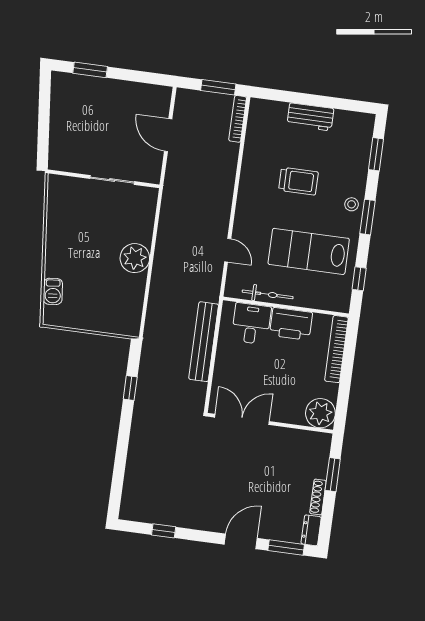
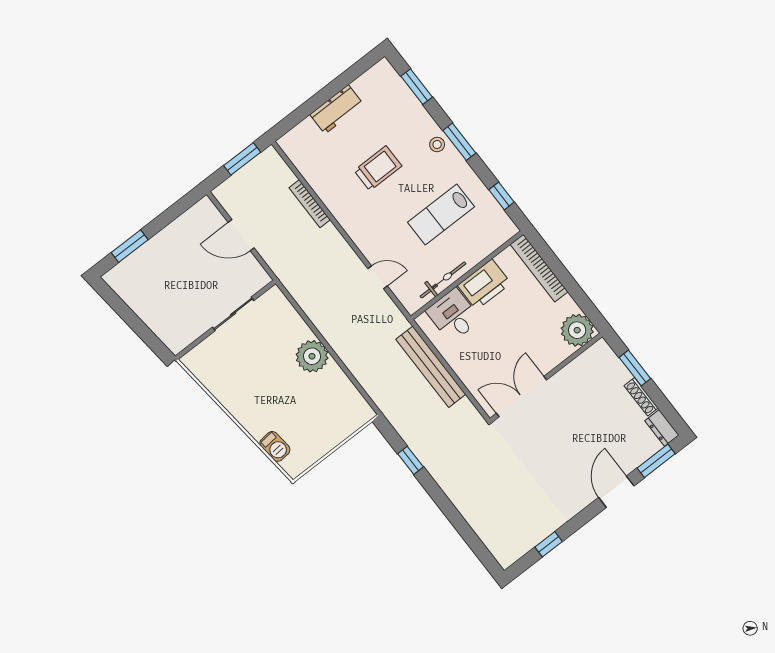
bookcase: (238, 119) -> (310, 204), moved
lab bench: (309, 251) -> (441, 215), width x0.73, depth x0.72

